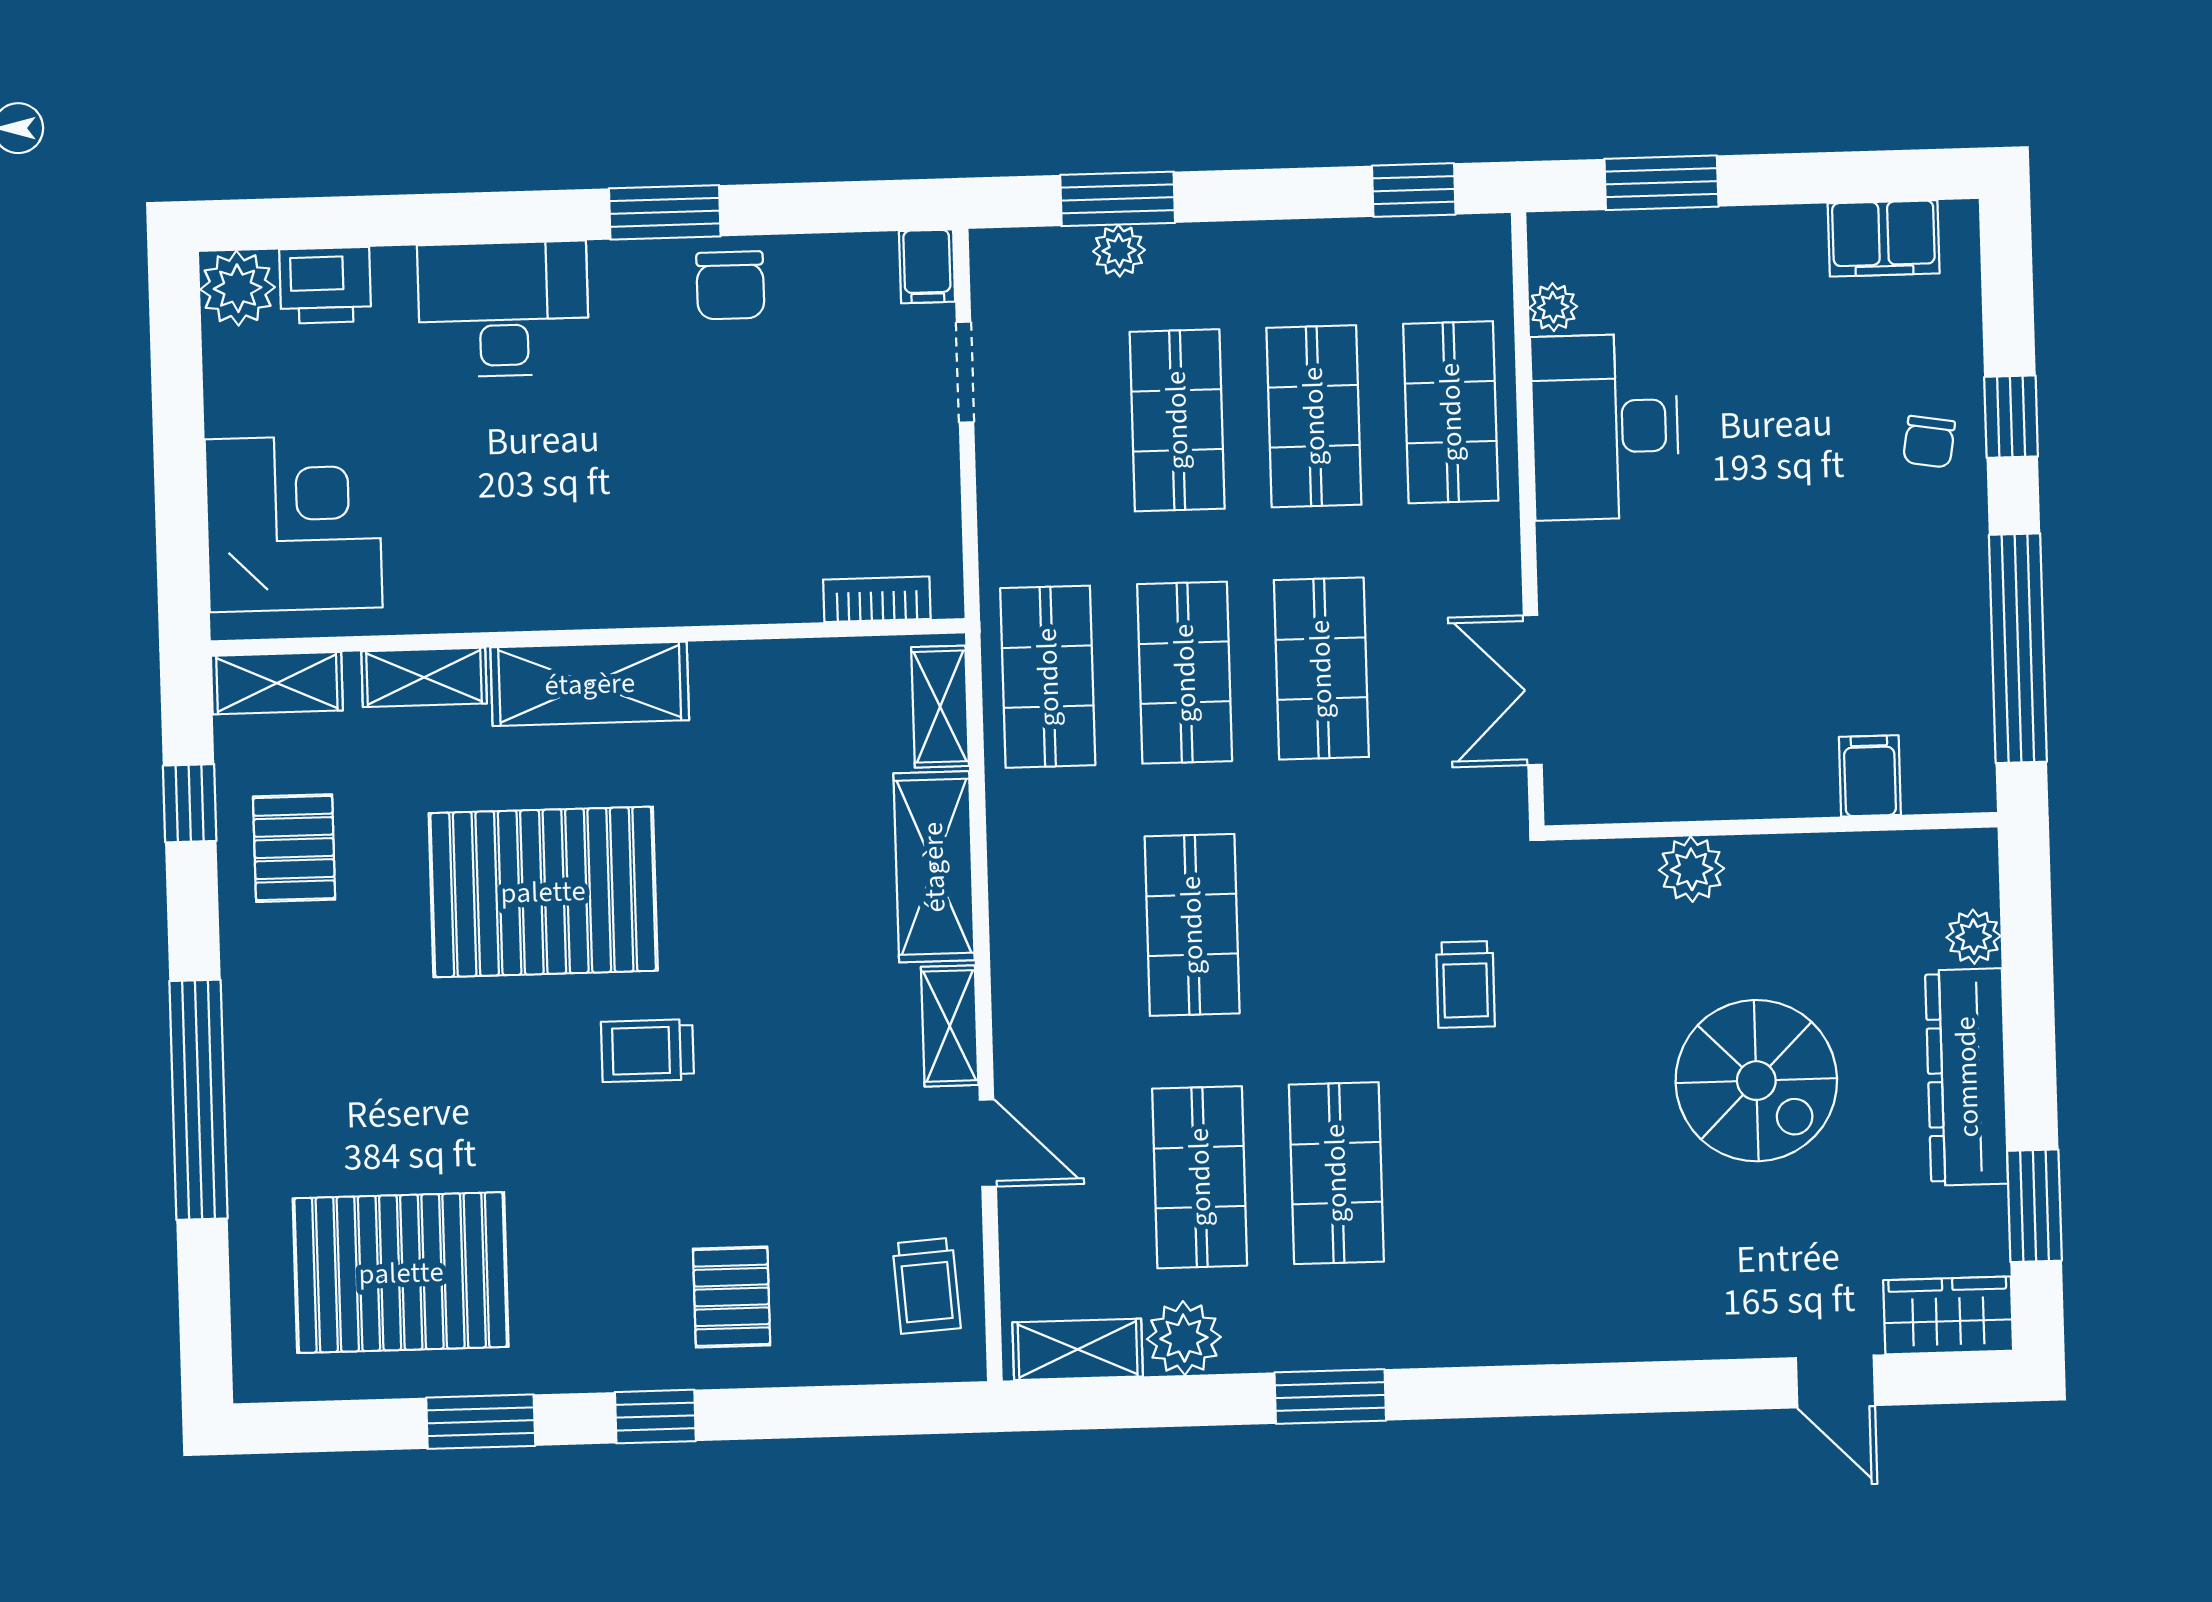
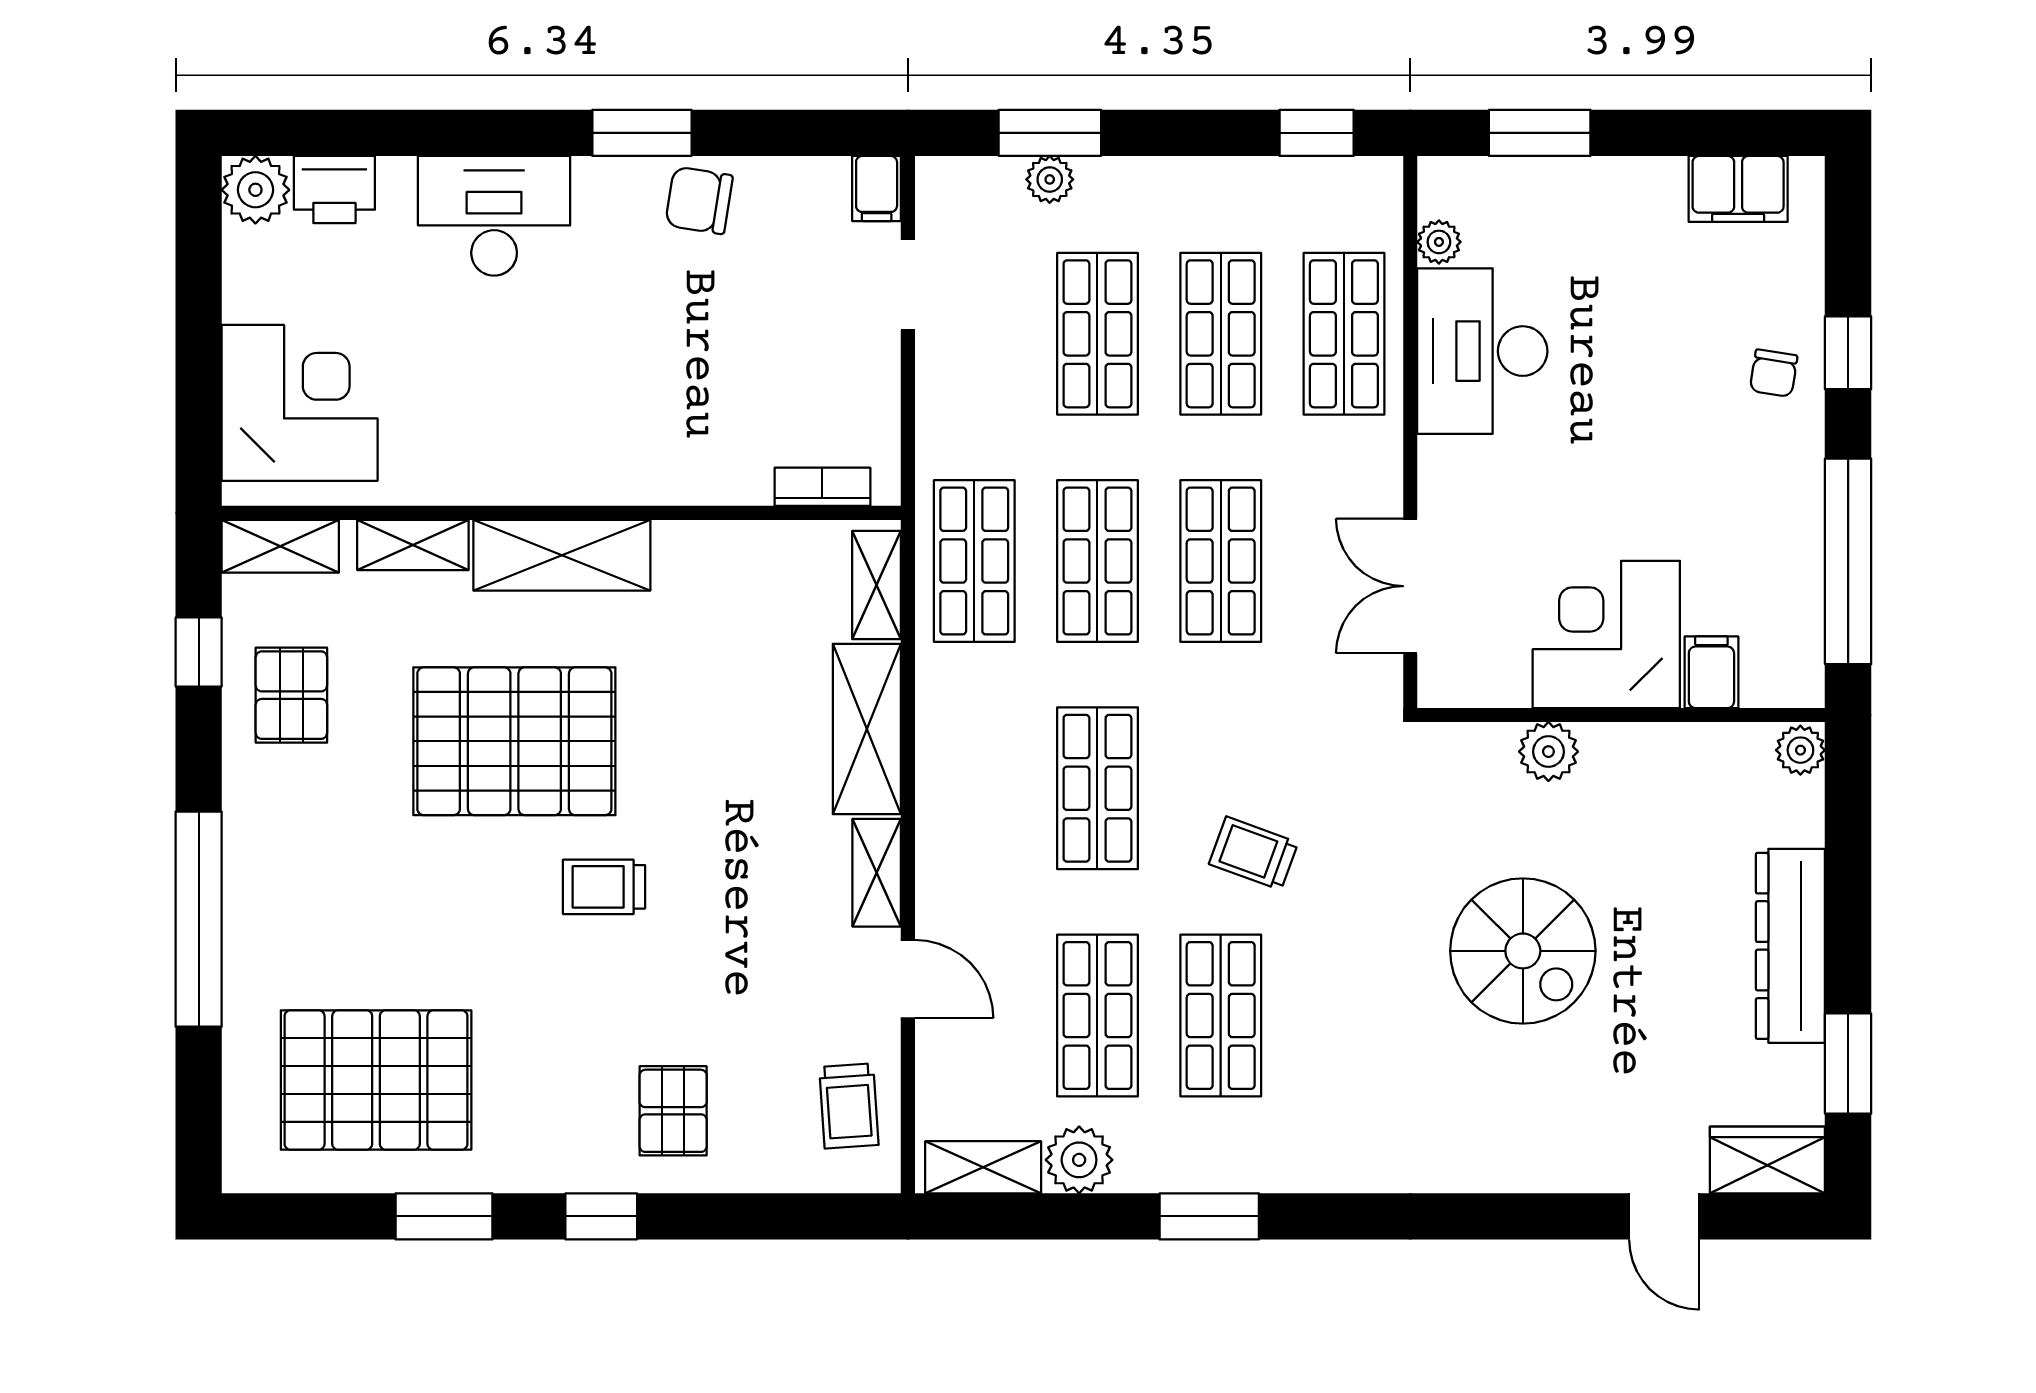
chair: (730, 285) -> (699, 200), turned 99
corner desk: (1752, 737) -> (1606, 634), added
plant: (1974, 937) -> (1800, 750), moved
trolley: (1465, 984) -> (1254, 853), moved, turned 110
spiral stairs: (1756, 1081) -> (1523, 951), moved

